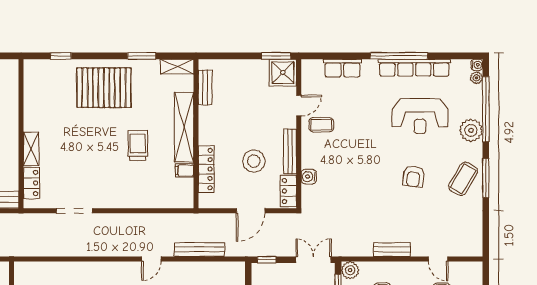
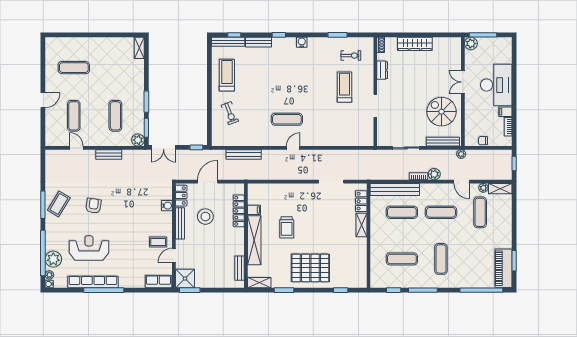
row of seats: (342, 68) -> (158, 282), moved
plant: (471, 130) -> (53, 259), moved
door: (151, 259) -> (293, 148), moved

